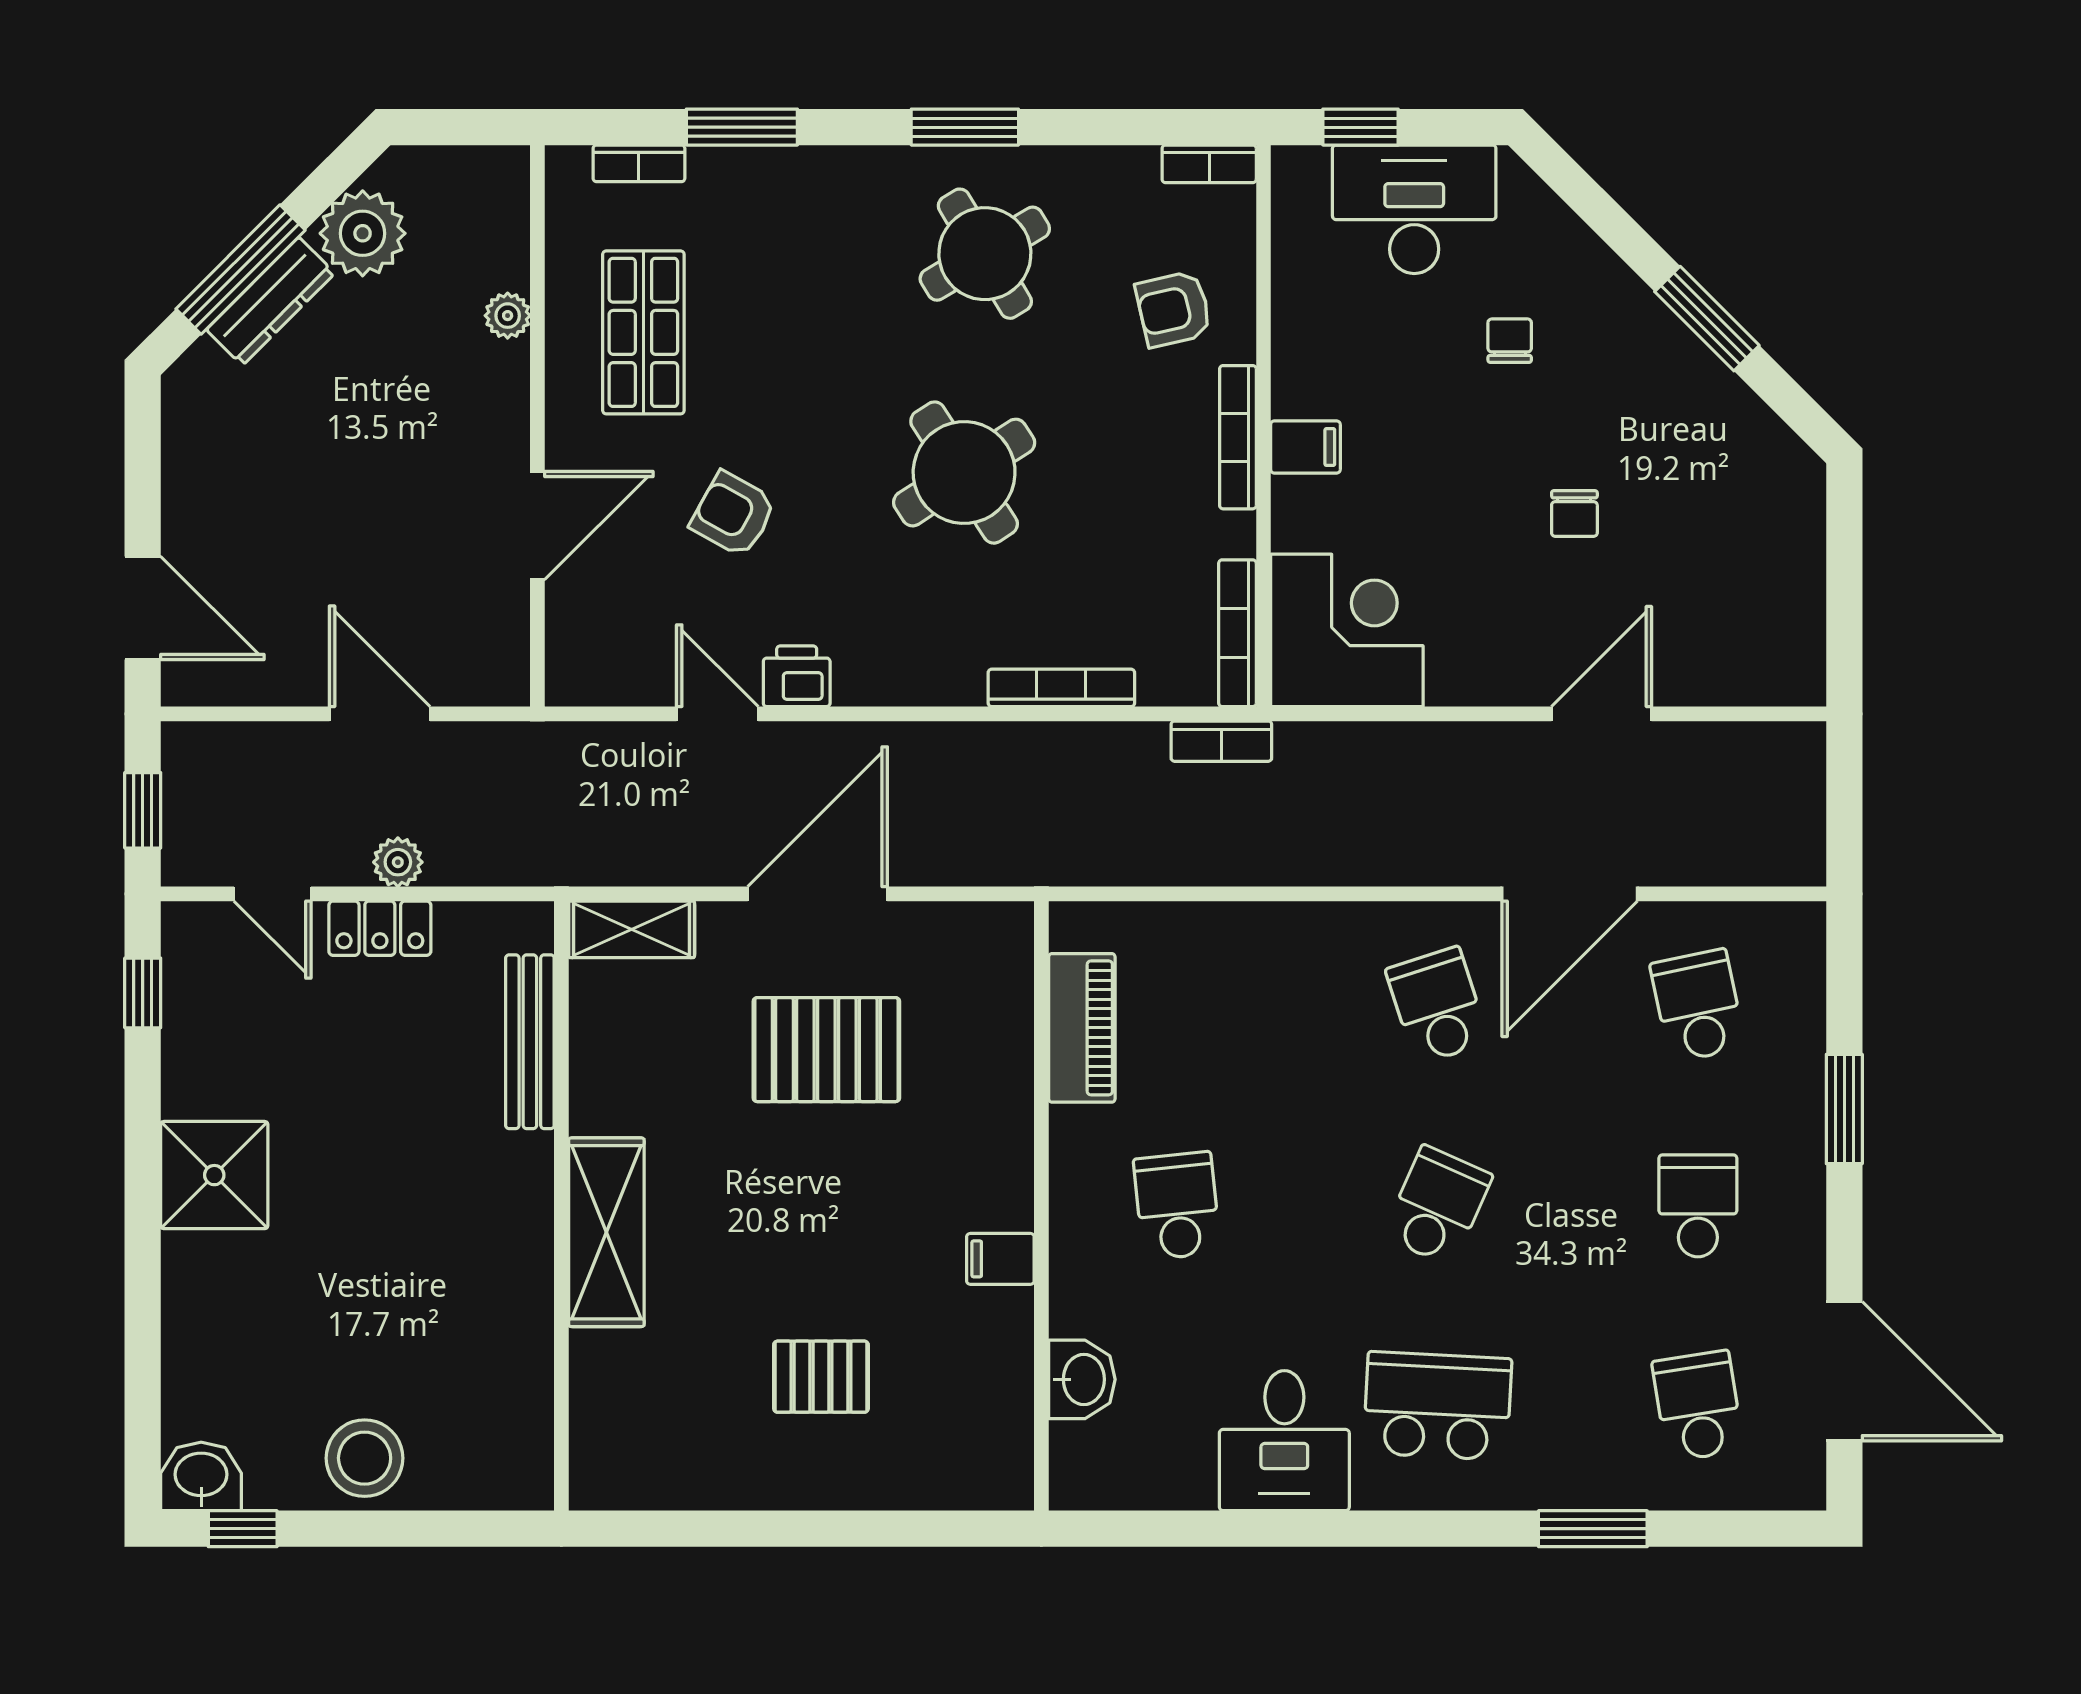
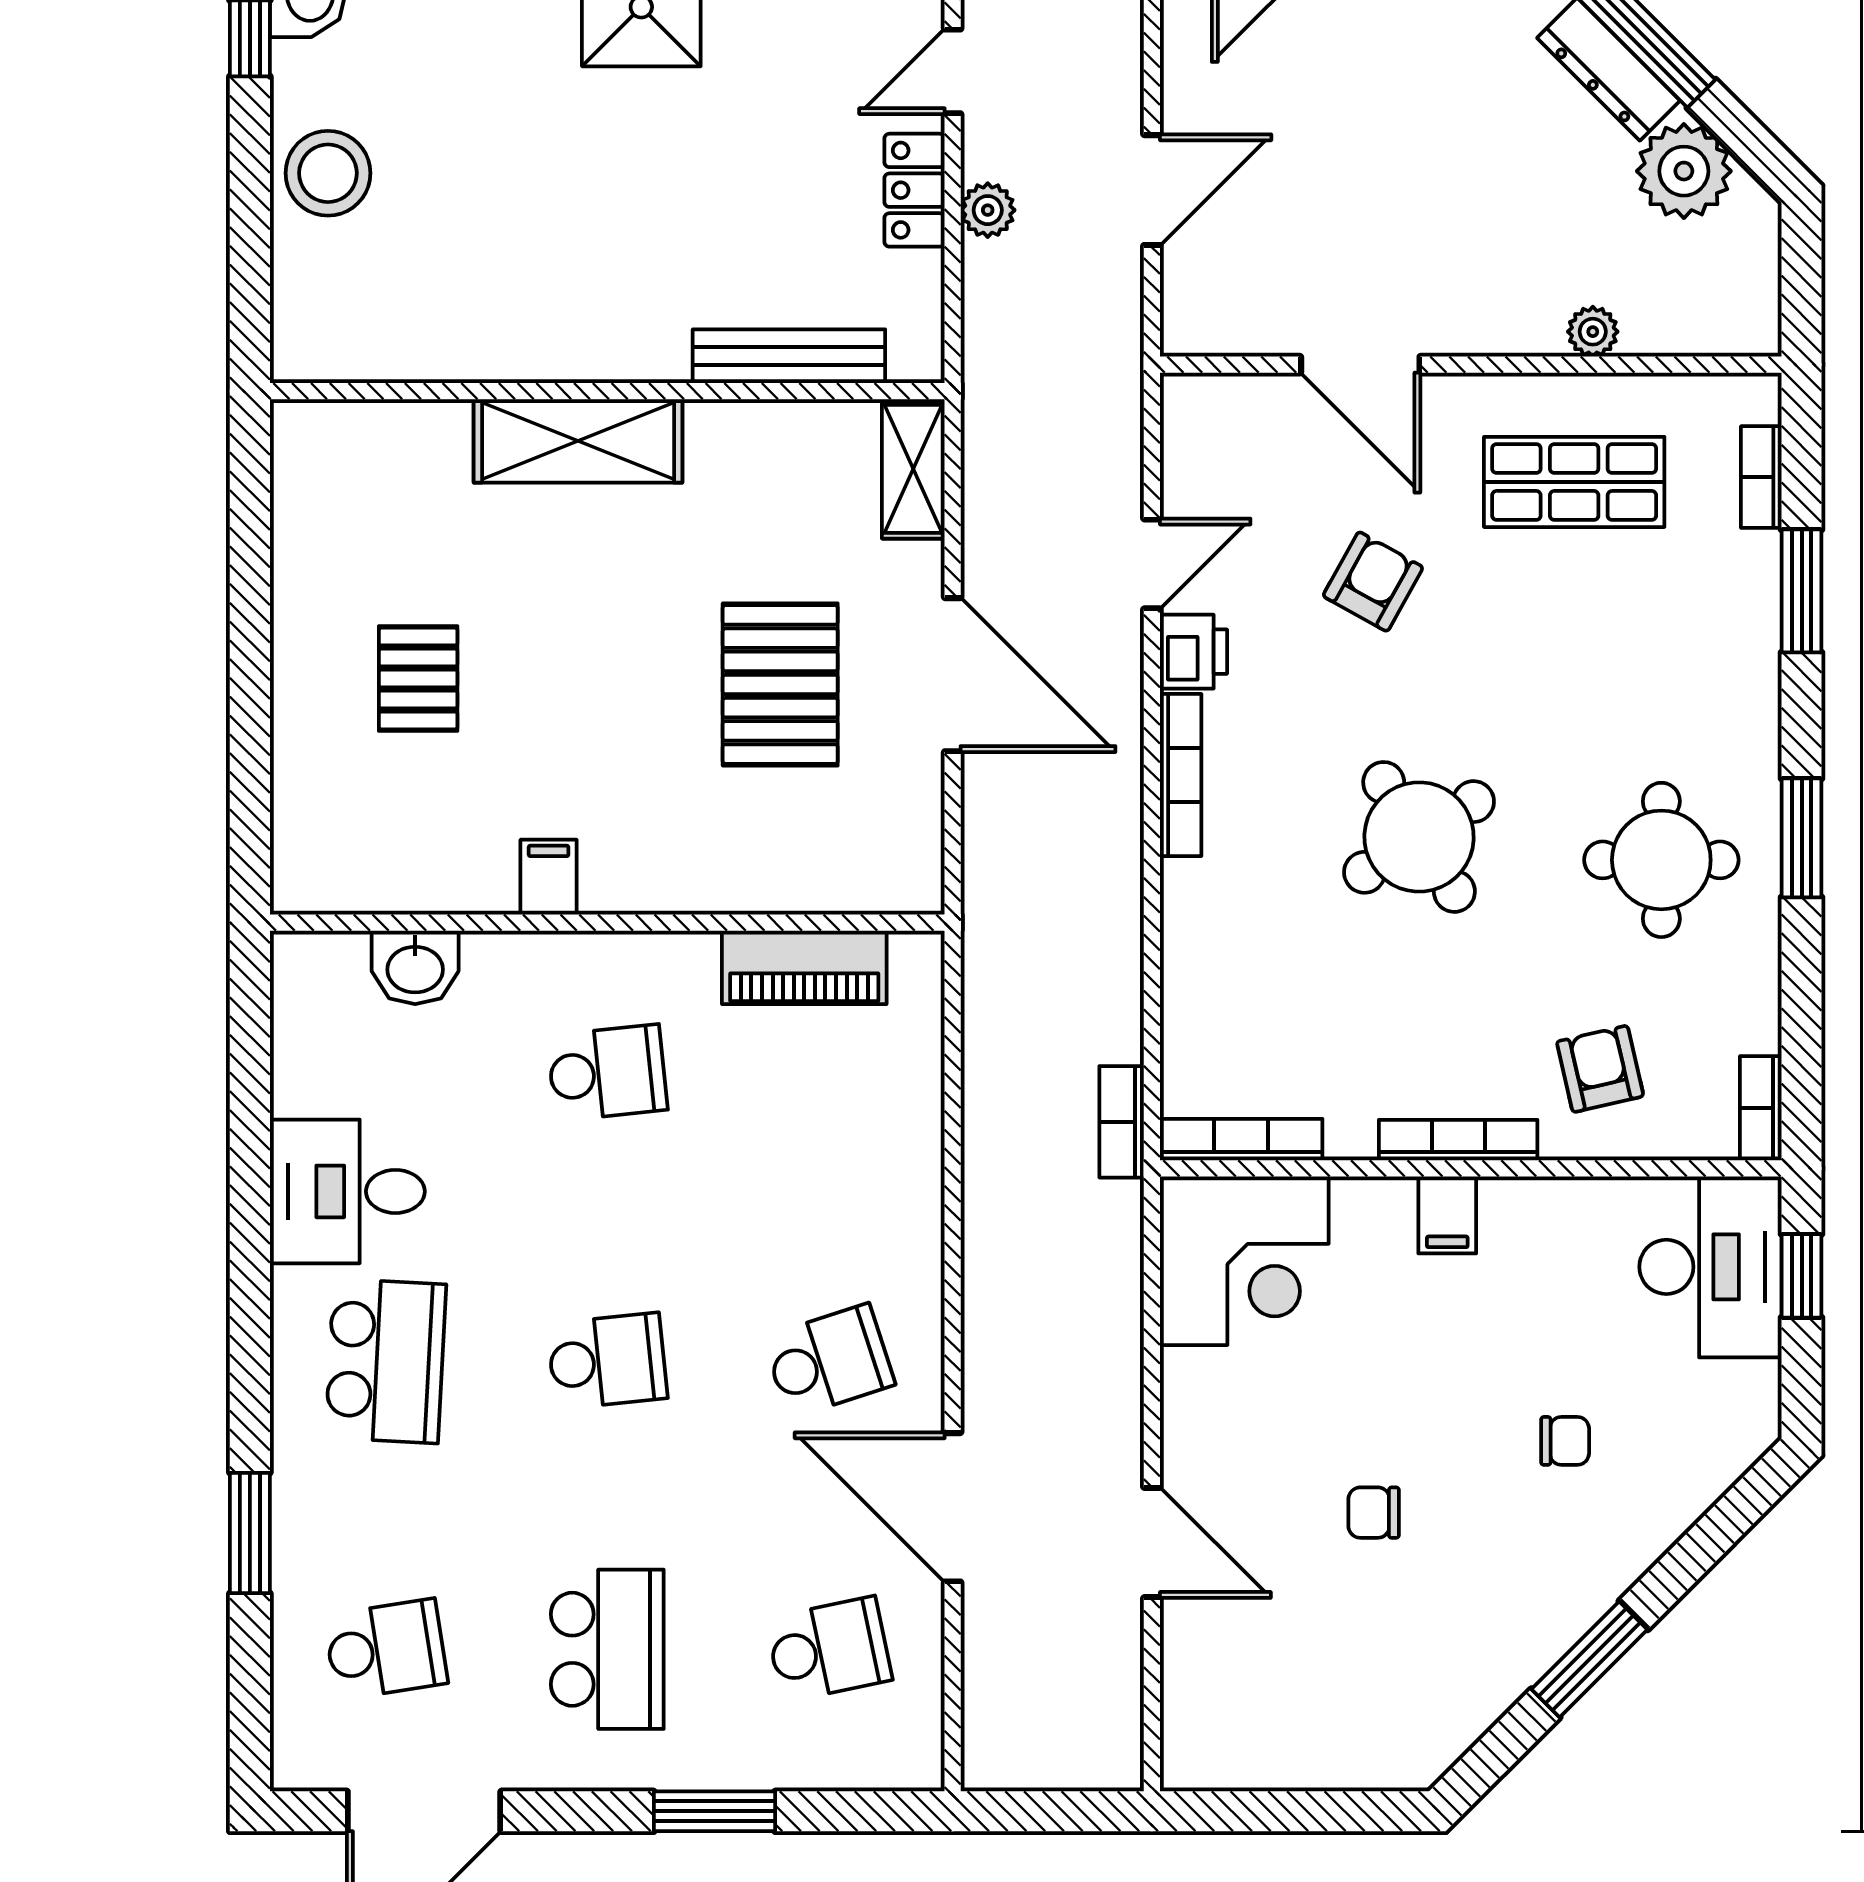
desk: (1414, 209) -> (1710, 1267), moved
round table: (985, 254) -> (1661, 860), turned 31
bookcase: (1061, 688) -> (1181, 775), moved
school desk: (1437, 1206) -> (607, 1361), turned -30
school desk: (1698, 1206) -> (607, 1649), width x1.85

